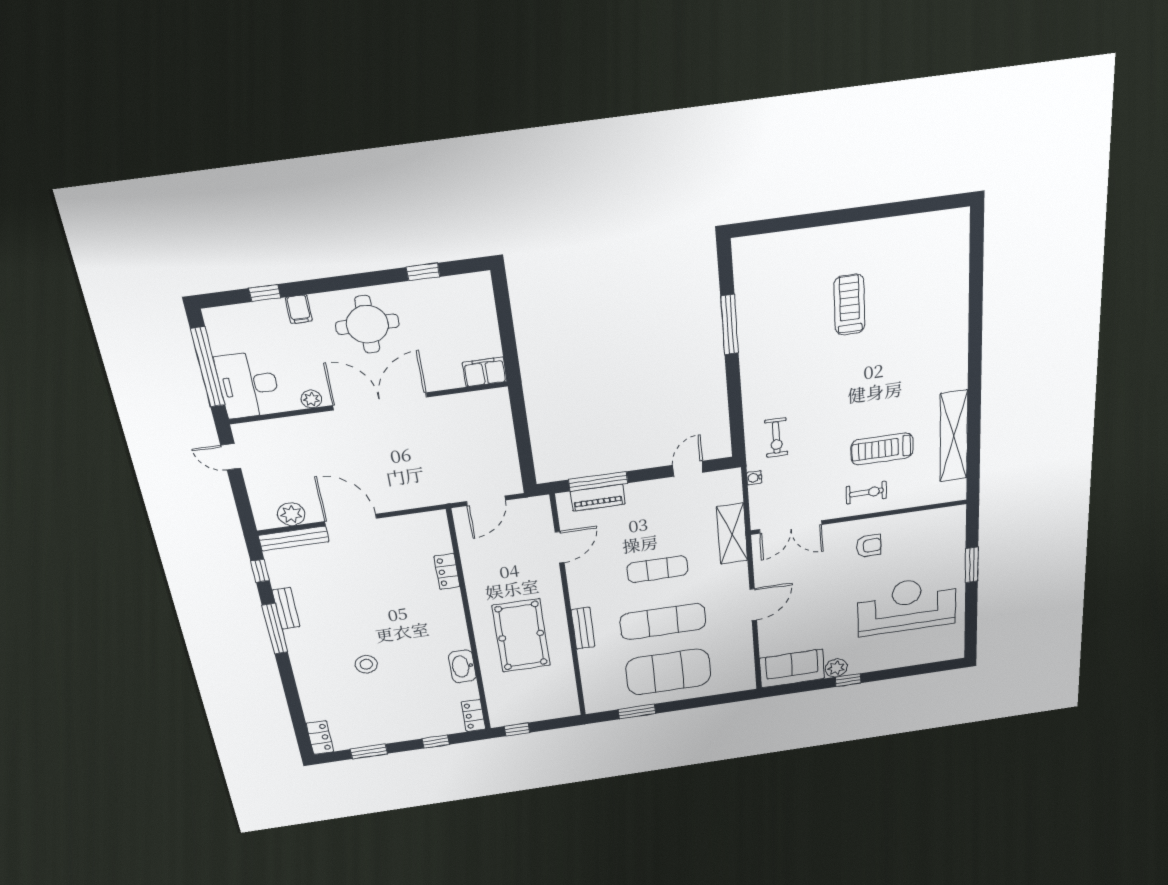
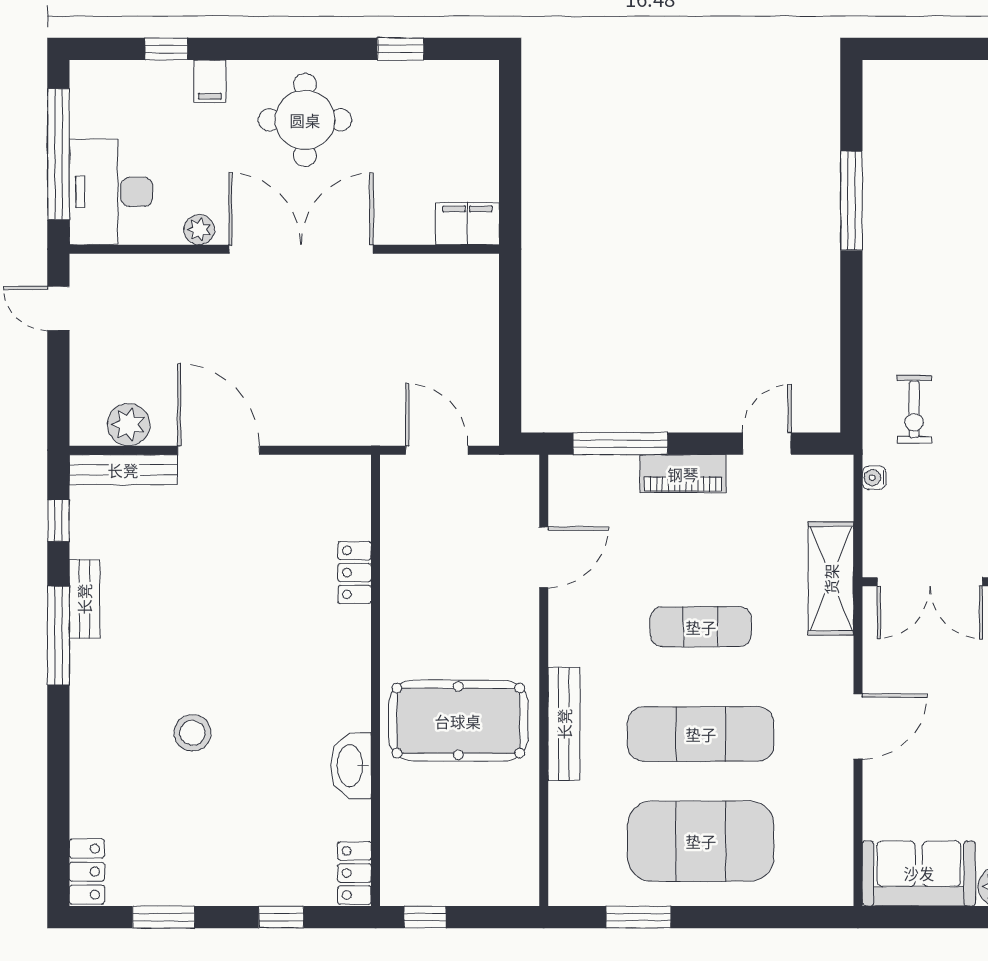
piano: (598, 498) -> (683, 474), moved
door: (486, 501) -> (437, 450), swing flipped
bench: (583, 628) -> (564, 724), width x1.36
pool table: (521, 636) -> (458, 721), turned 90

